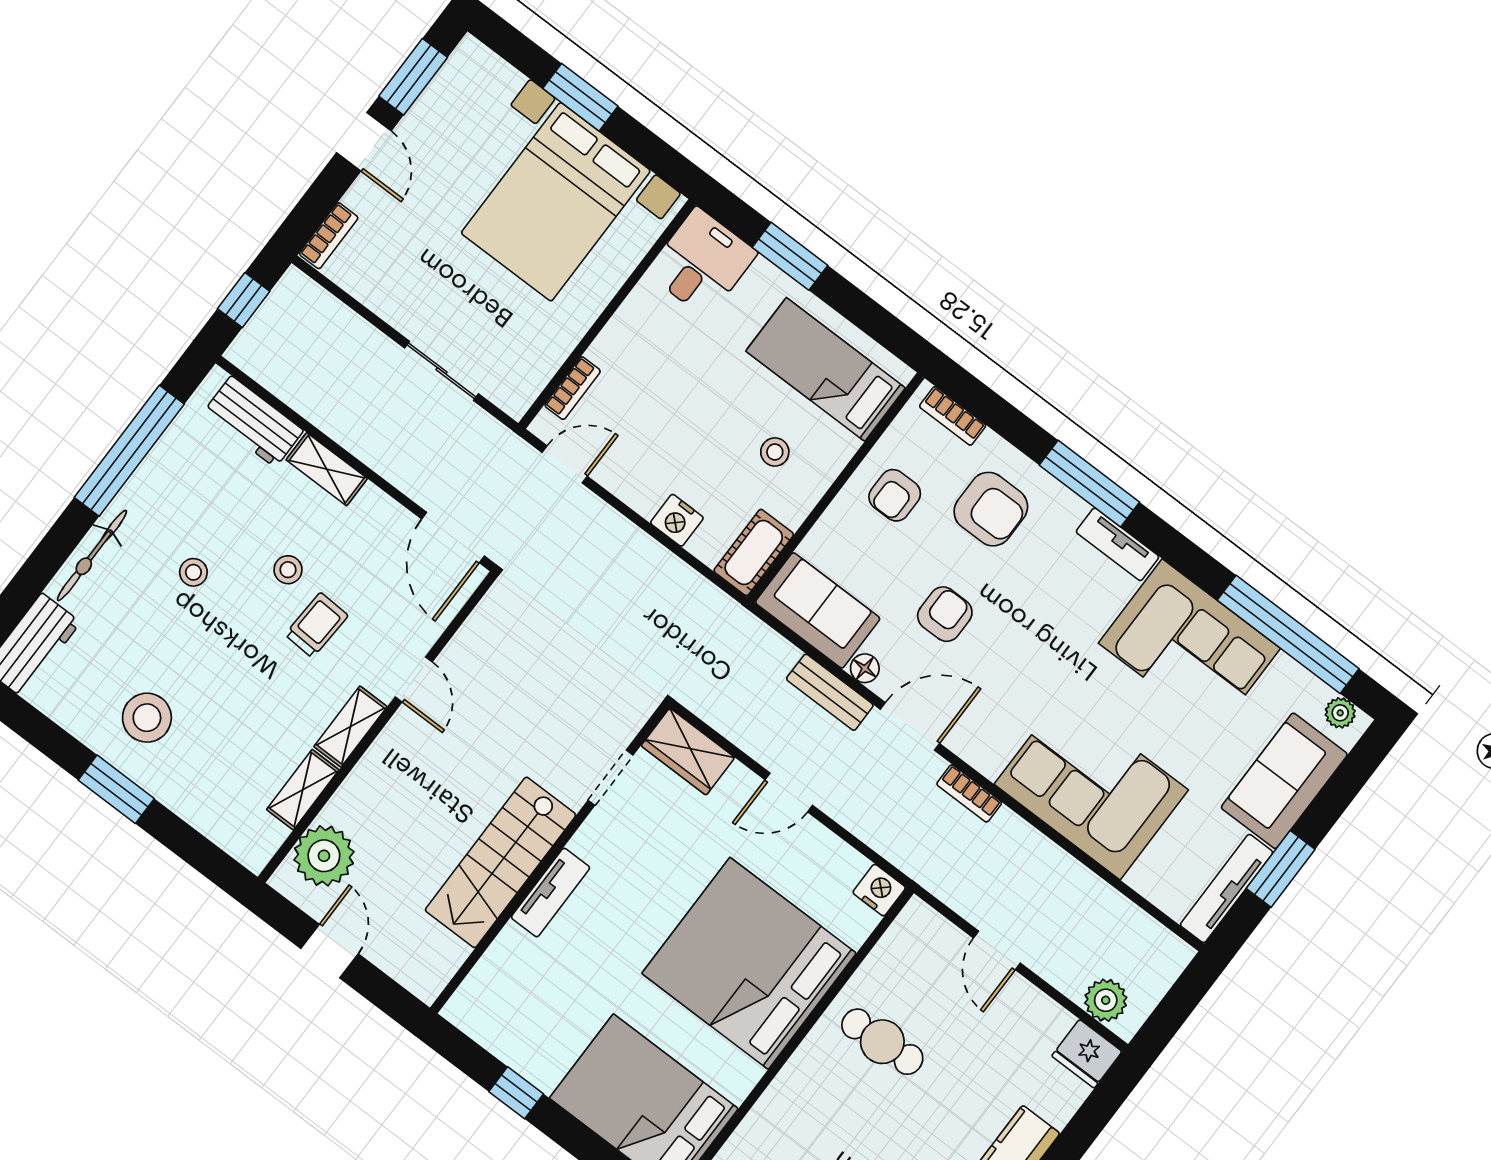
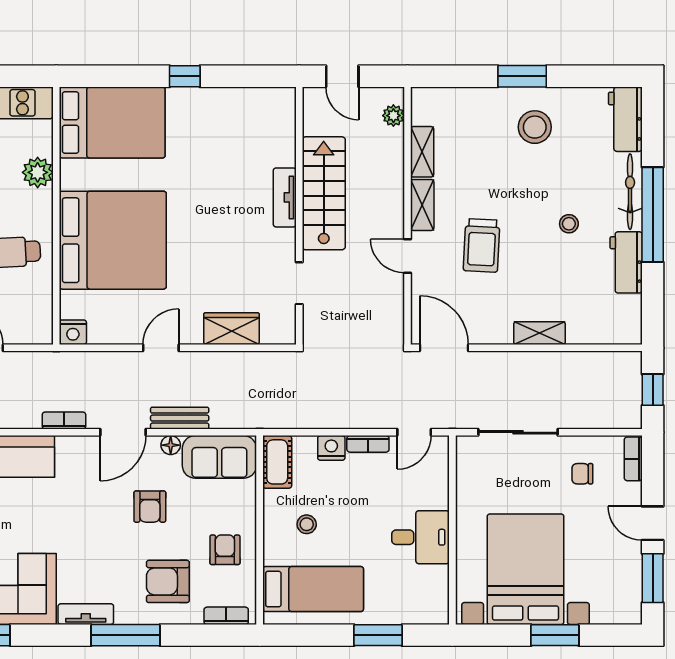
desk: (702, 263) -> (421, 537), moved, turned -90
chair: (403, 264) -> (582, 474), added
sliding door: (442, 371) -> (518, 432), width x1.37
bookcase: (573, 388) -> (368, 444), moved, turned -90
workbench: (253, 422) -> (626, 262), moved, turned -90
window: (129, 451) -> (653, 215), moved
stool: (288, 570) -> (519, 264), removed
trolley: (316, 625) -> (482, 245), width x1.36, depth x1.39
doorway: (611, 778) -> (299, 283), moved
plant: (324, 856) -> (393, 116), width x0.53, depth x0.53
wall: (550, 858) -> (299, 216), moved
stairs: (501, 862) -> (324, 193), moved
tv unit: (550, 893) -> (285, 197), moved
plant: (777, 1111) -> (38, 172), added

